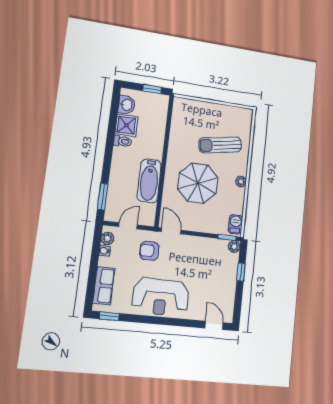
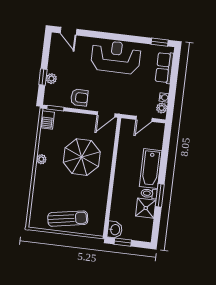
washbasin: (127, 105) -> (115, 230), moved, turned 180
sun lounger: (220, 145) -> (68, 219), moved
bathtub: (149, 181) -> (151, 169), moved, turned 180
window: (103, 197) -> (160, 195), moved
door: (171, 231) -> (106, 114), hinge flipped
plant: (234, 246) -> (51, 79), moved
armchair: (149, 251) -> (79, 98), moved

